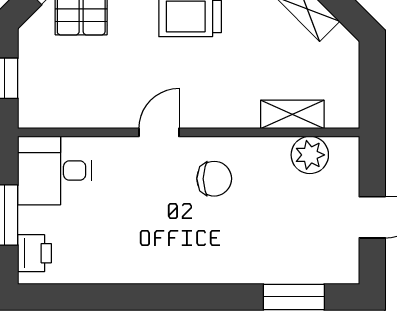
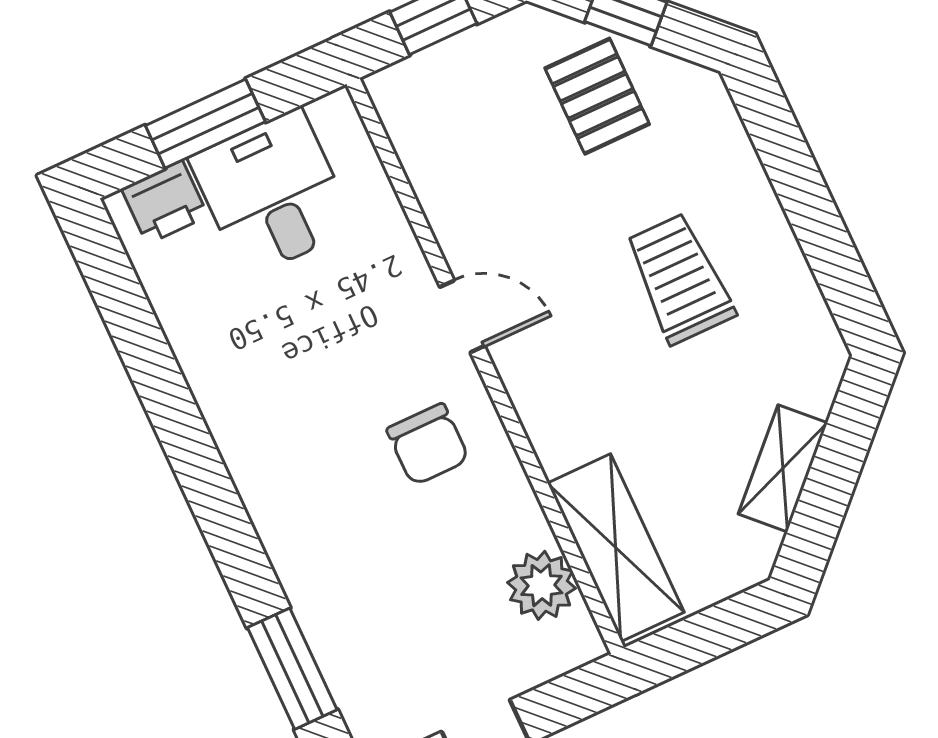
shelving: (292, 114) -> (616, 548), width x1.50, depth x1.33
desk: (55, 171) -> (272, 193), moved

